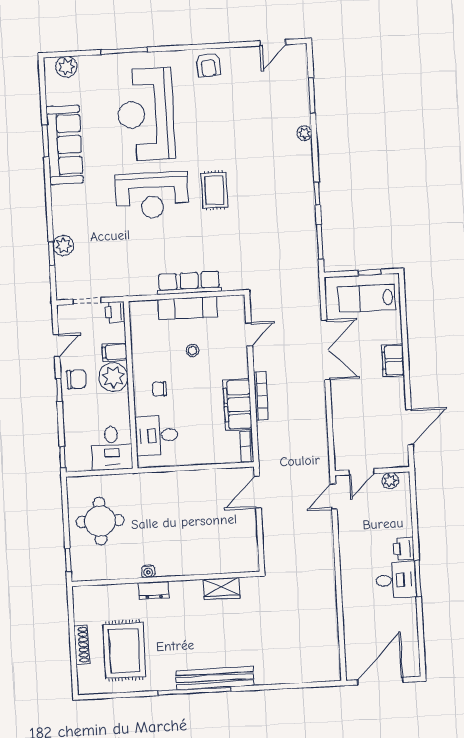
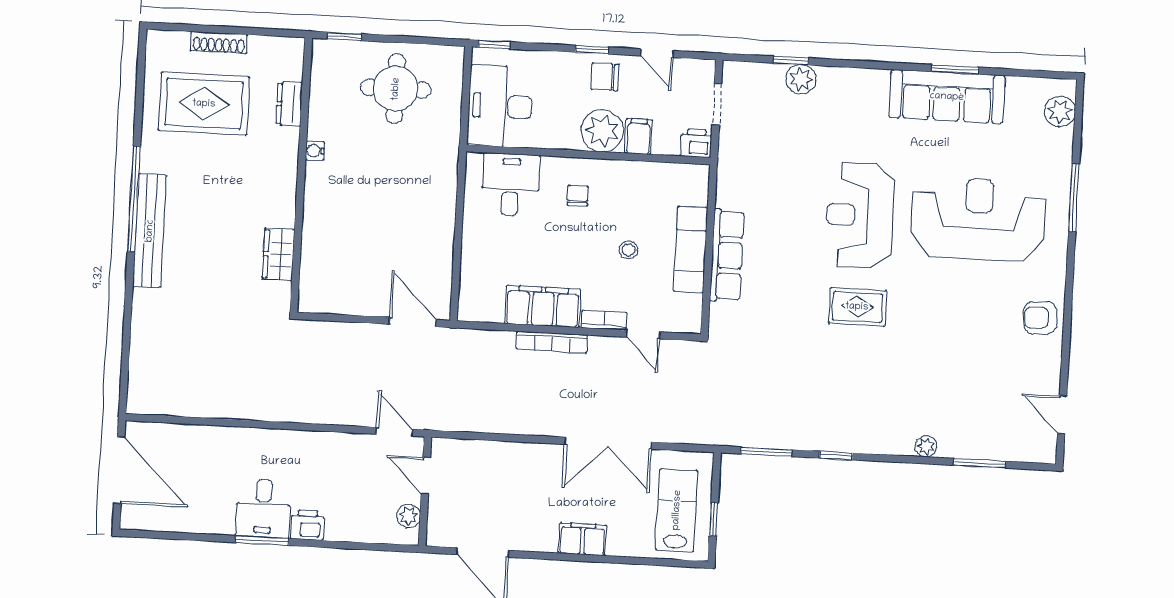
chair: (76, 379) -> (605, 77), turned 90
bookcase: (247, 447) -> (604, 320), moved
desk: (112, 448) -> (500, 106), width x1.37
dresser: (154, 590) -> (289, 104), moved

